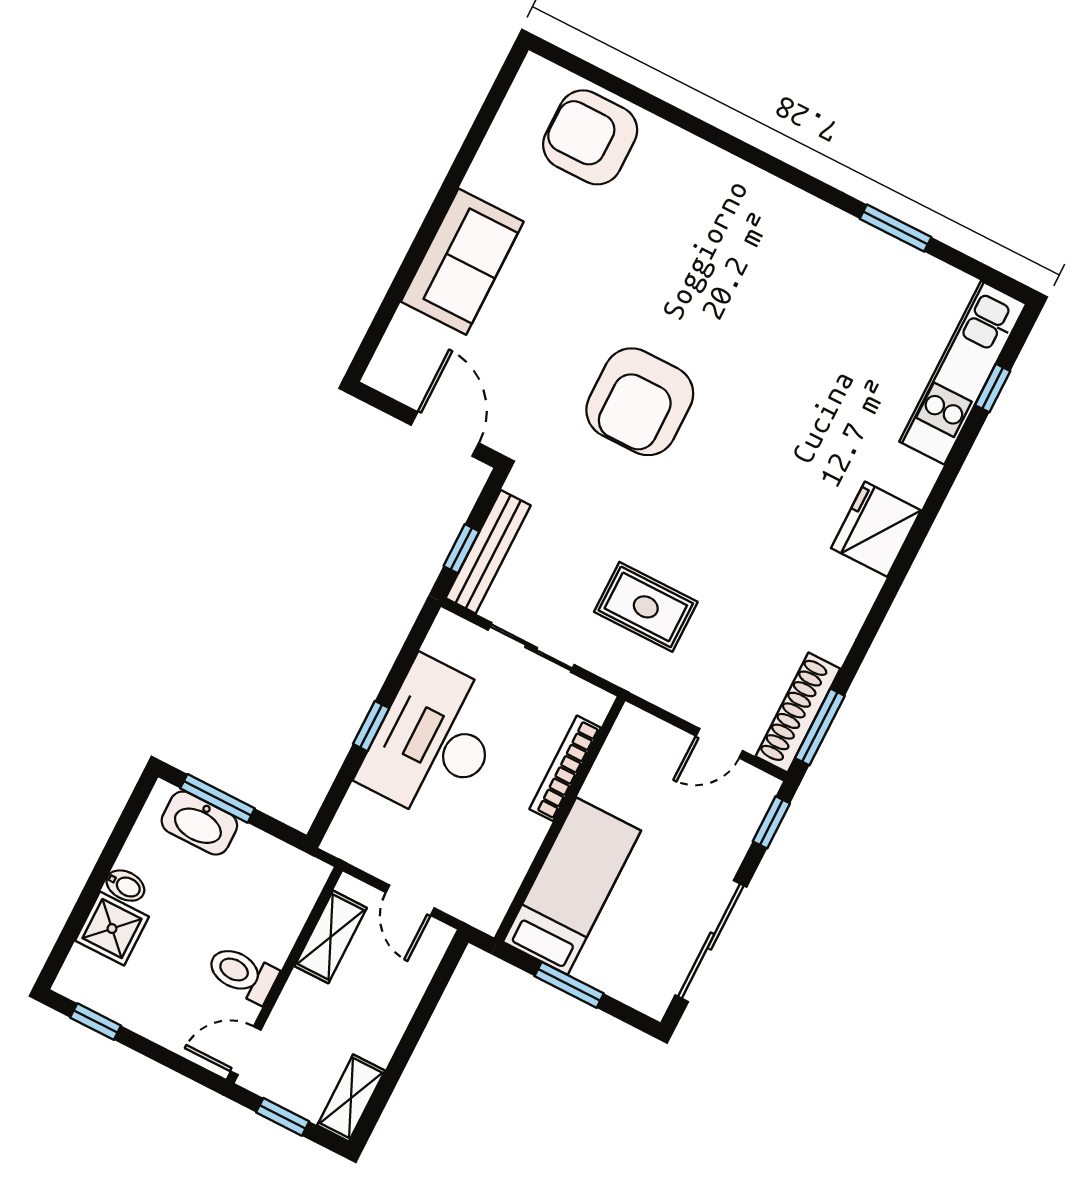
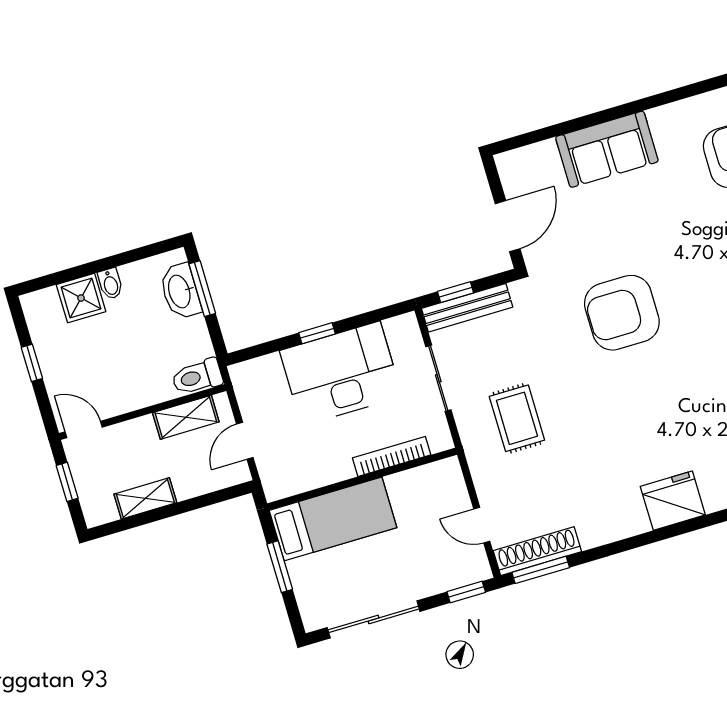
toilet: (242, 974) -> (197, 377), moved, turned -90
window: (96, 1022) -> (32, 363), moved
shelving: (351, 1098) -> (145, 498), moved

